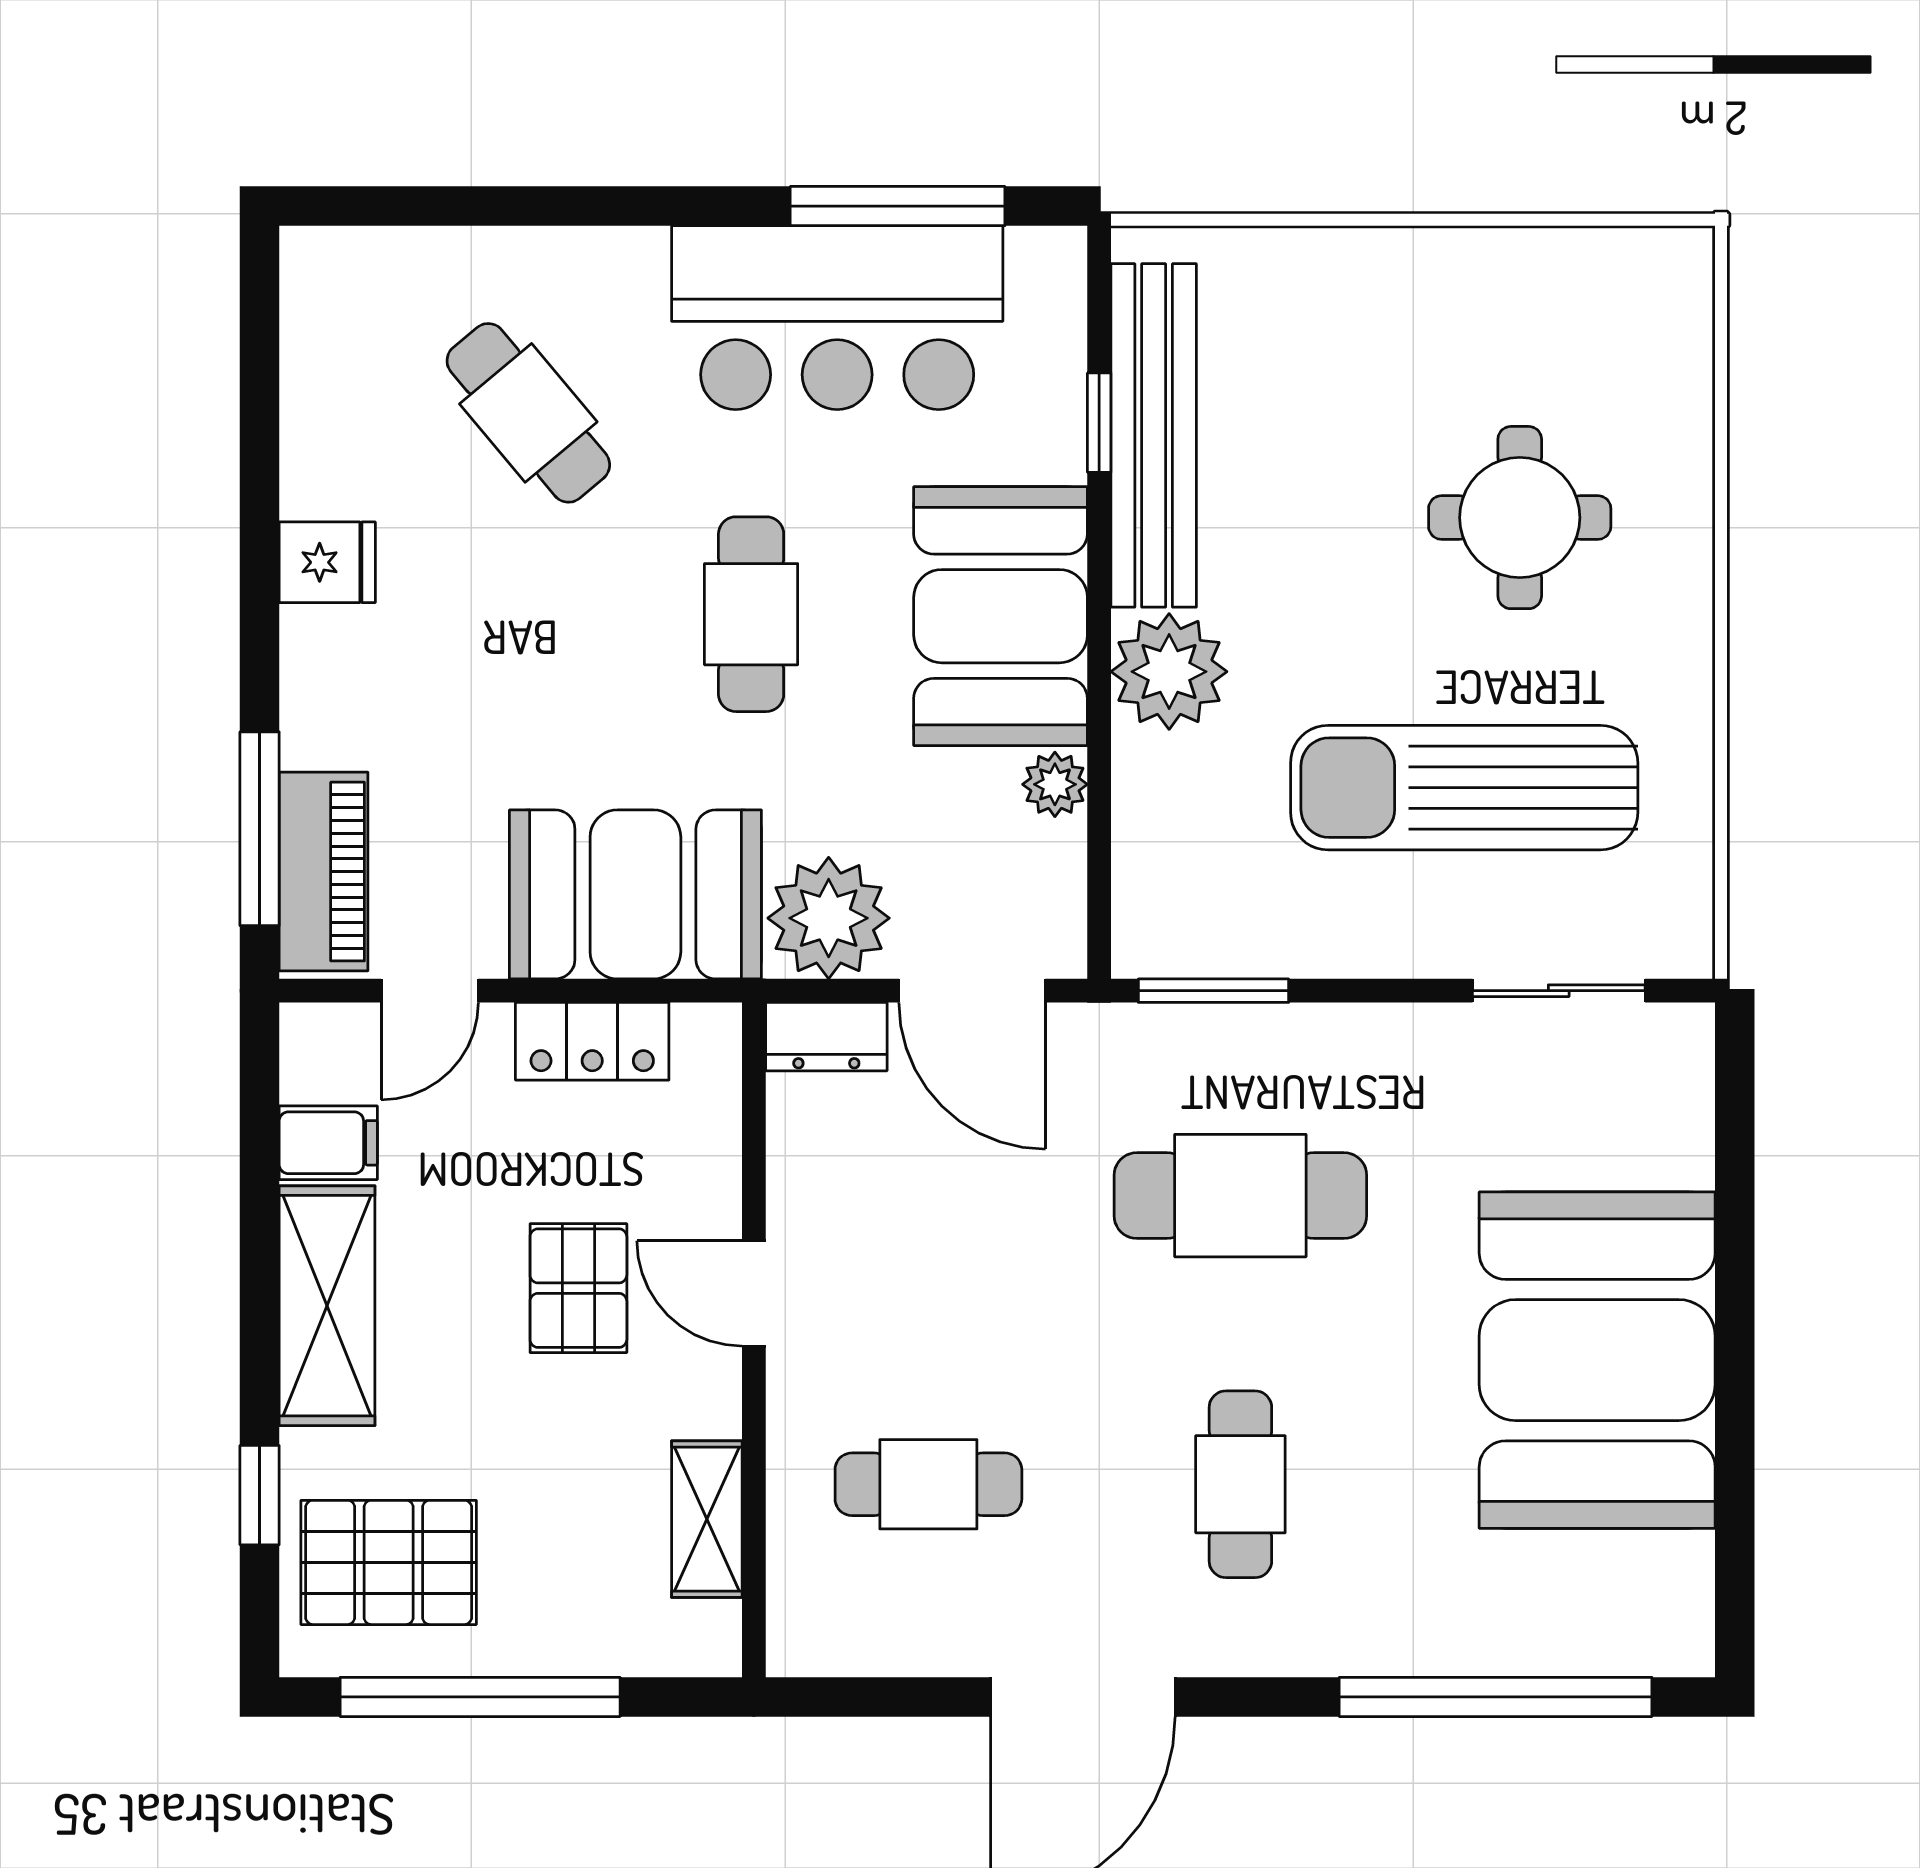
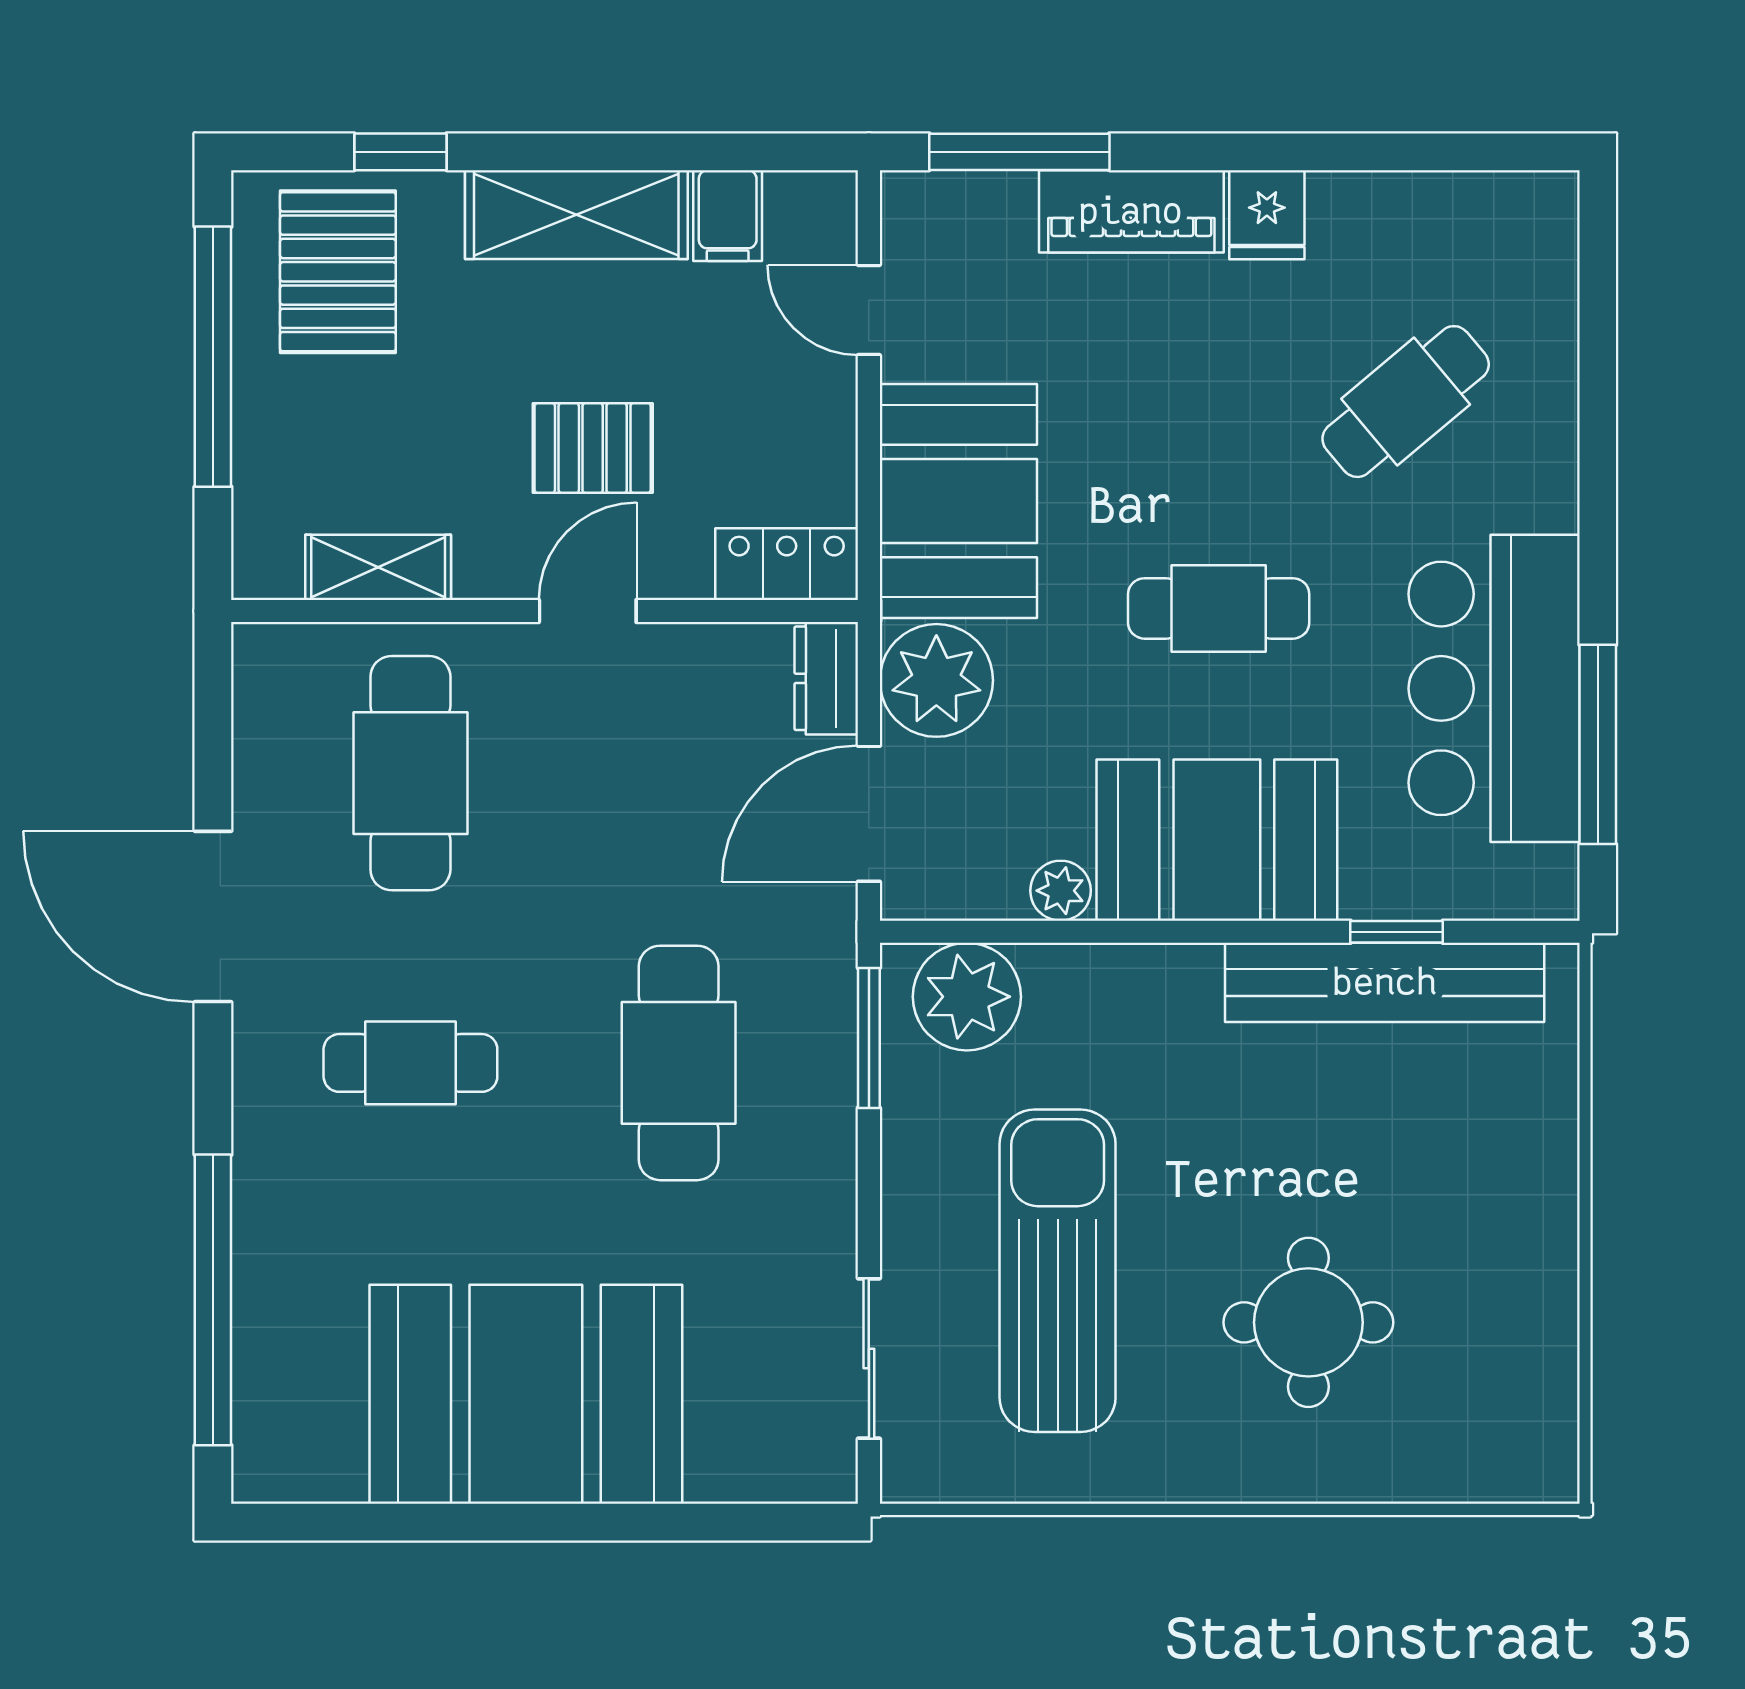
plant: (1169, 672) -> (967, 997), moved
piano: (324, 872) -> (1131, 211), moved
locker: (592, 1041) -> (787, 564), moved, turned 90
cafe table: (928, 1484) -> (410, 773), width x1.37, depth x1.35

